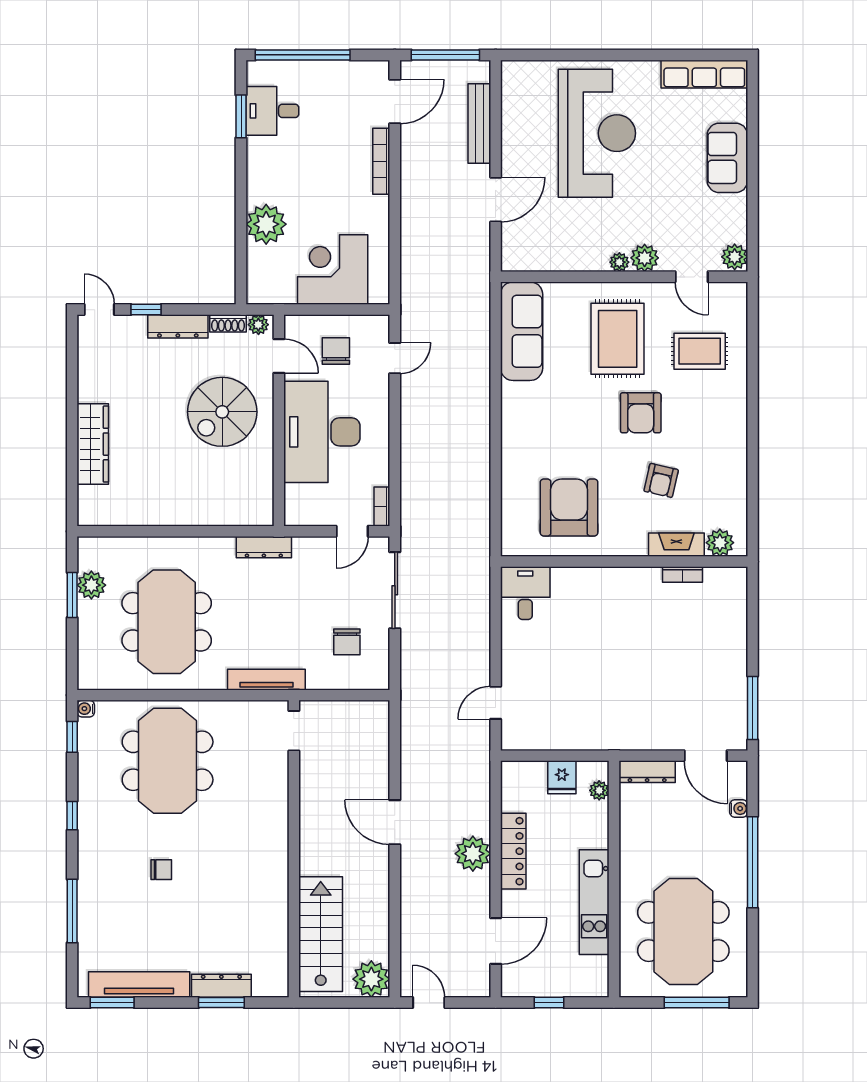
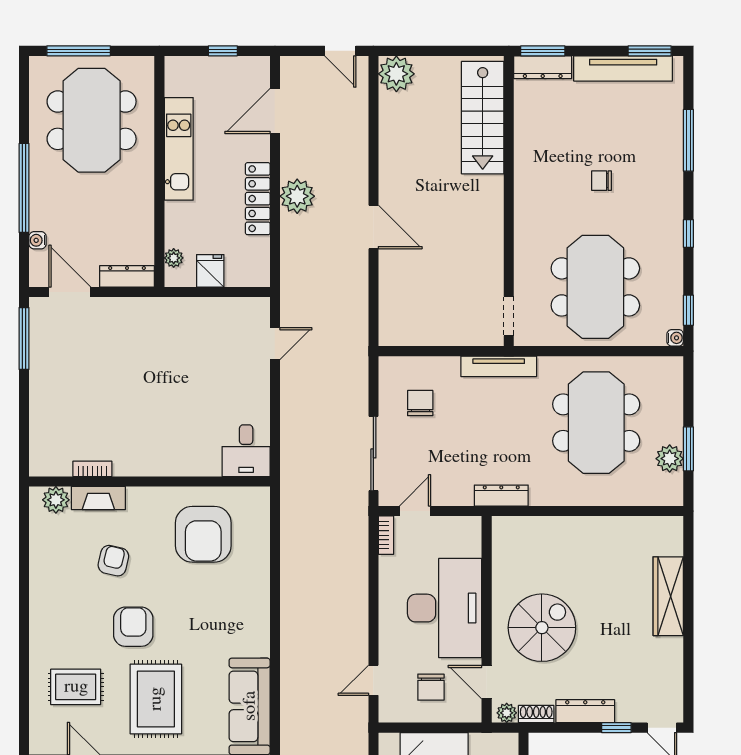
doorway: (294, 731) -> (509, 316), moved
wall: (294, 849) -> (509, 201), moved
stairs: (321, 934) -> (483, 118), moved

